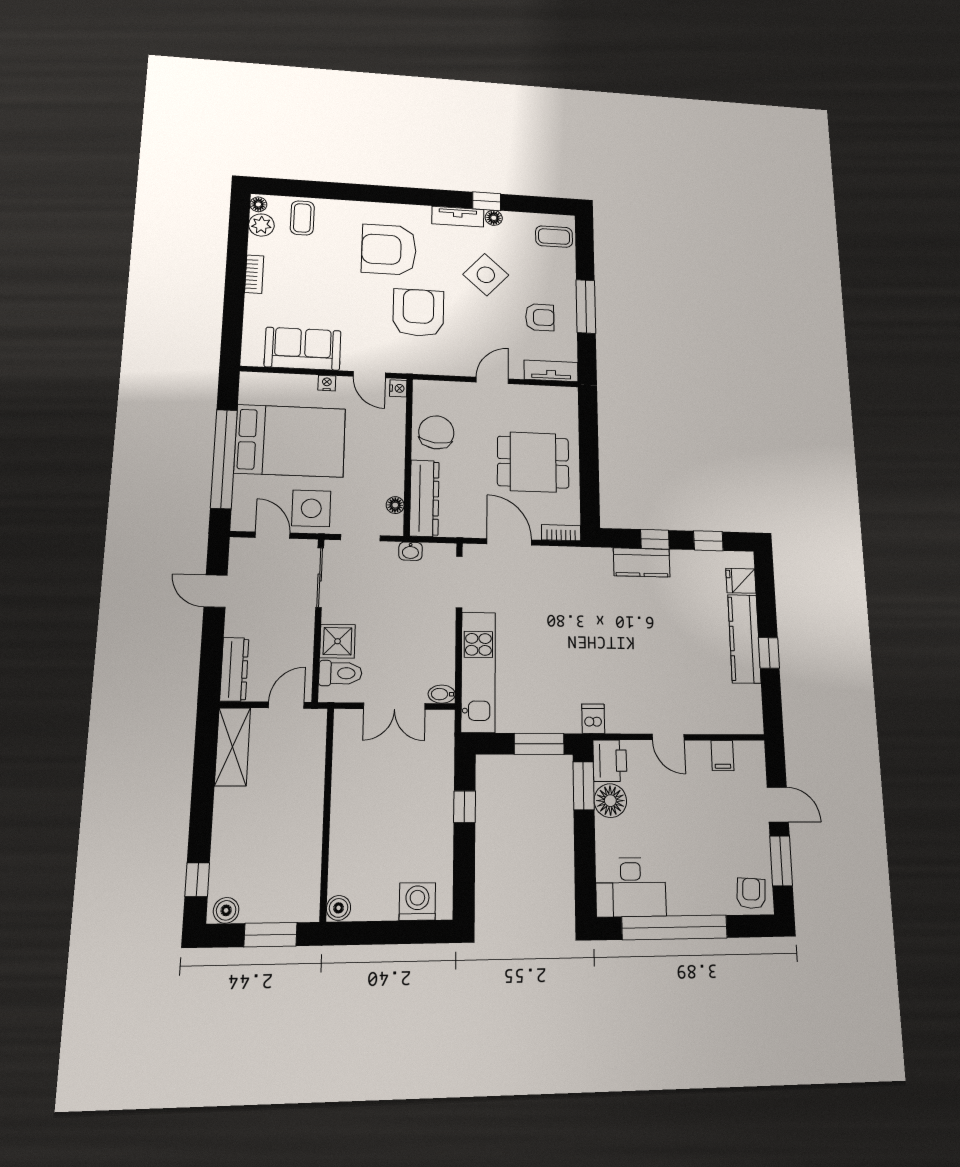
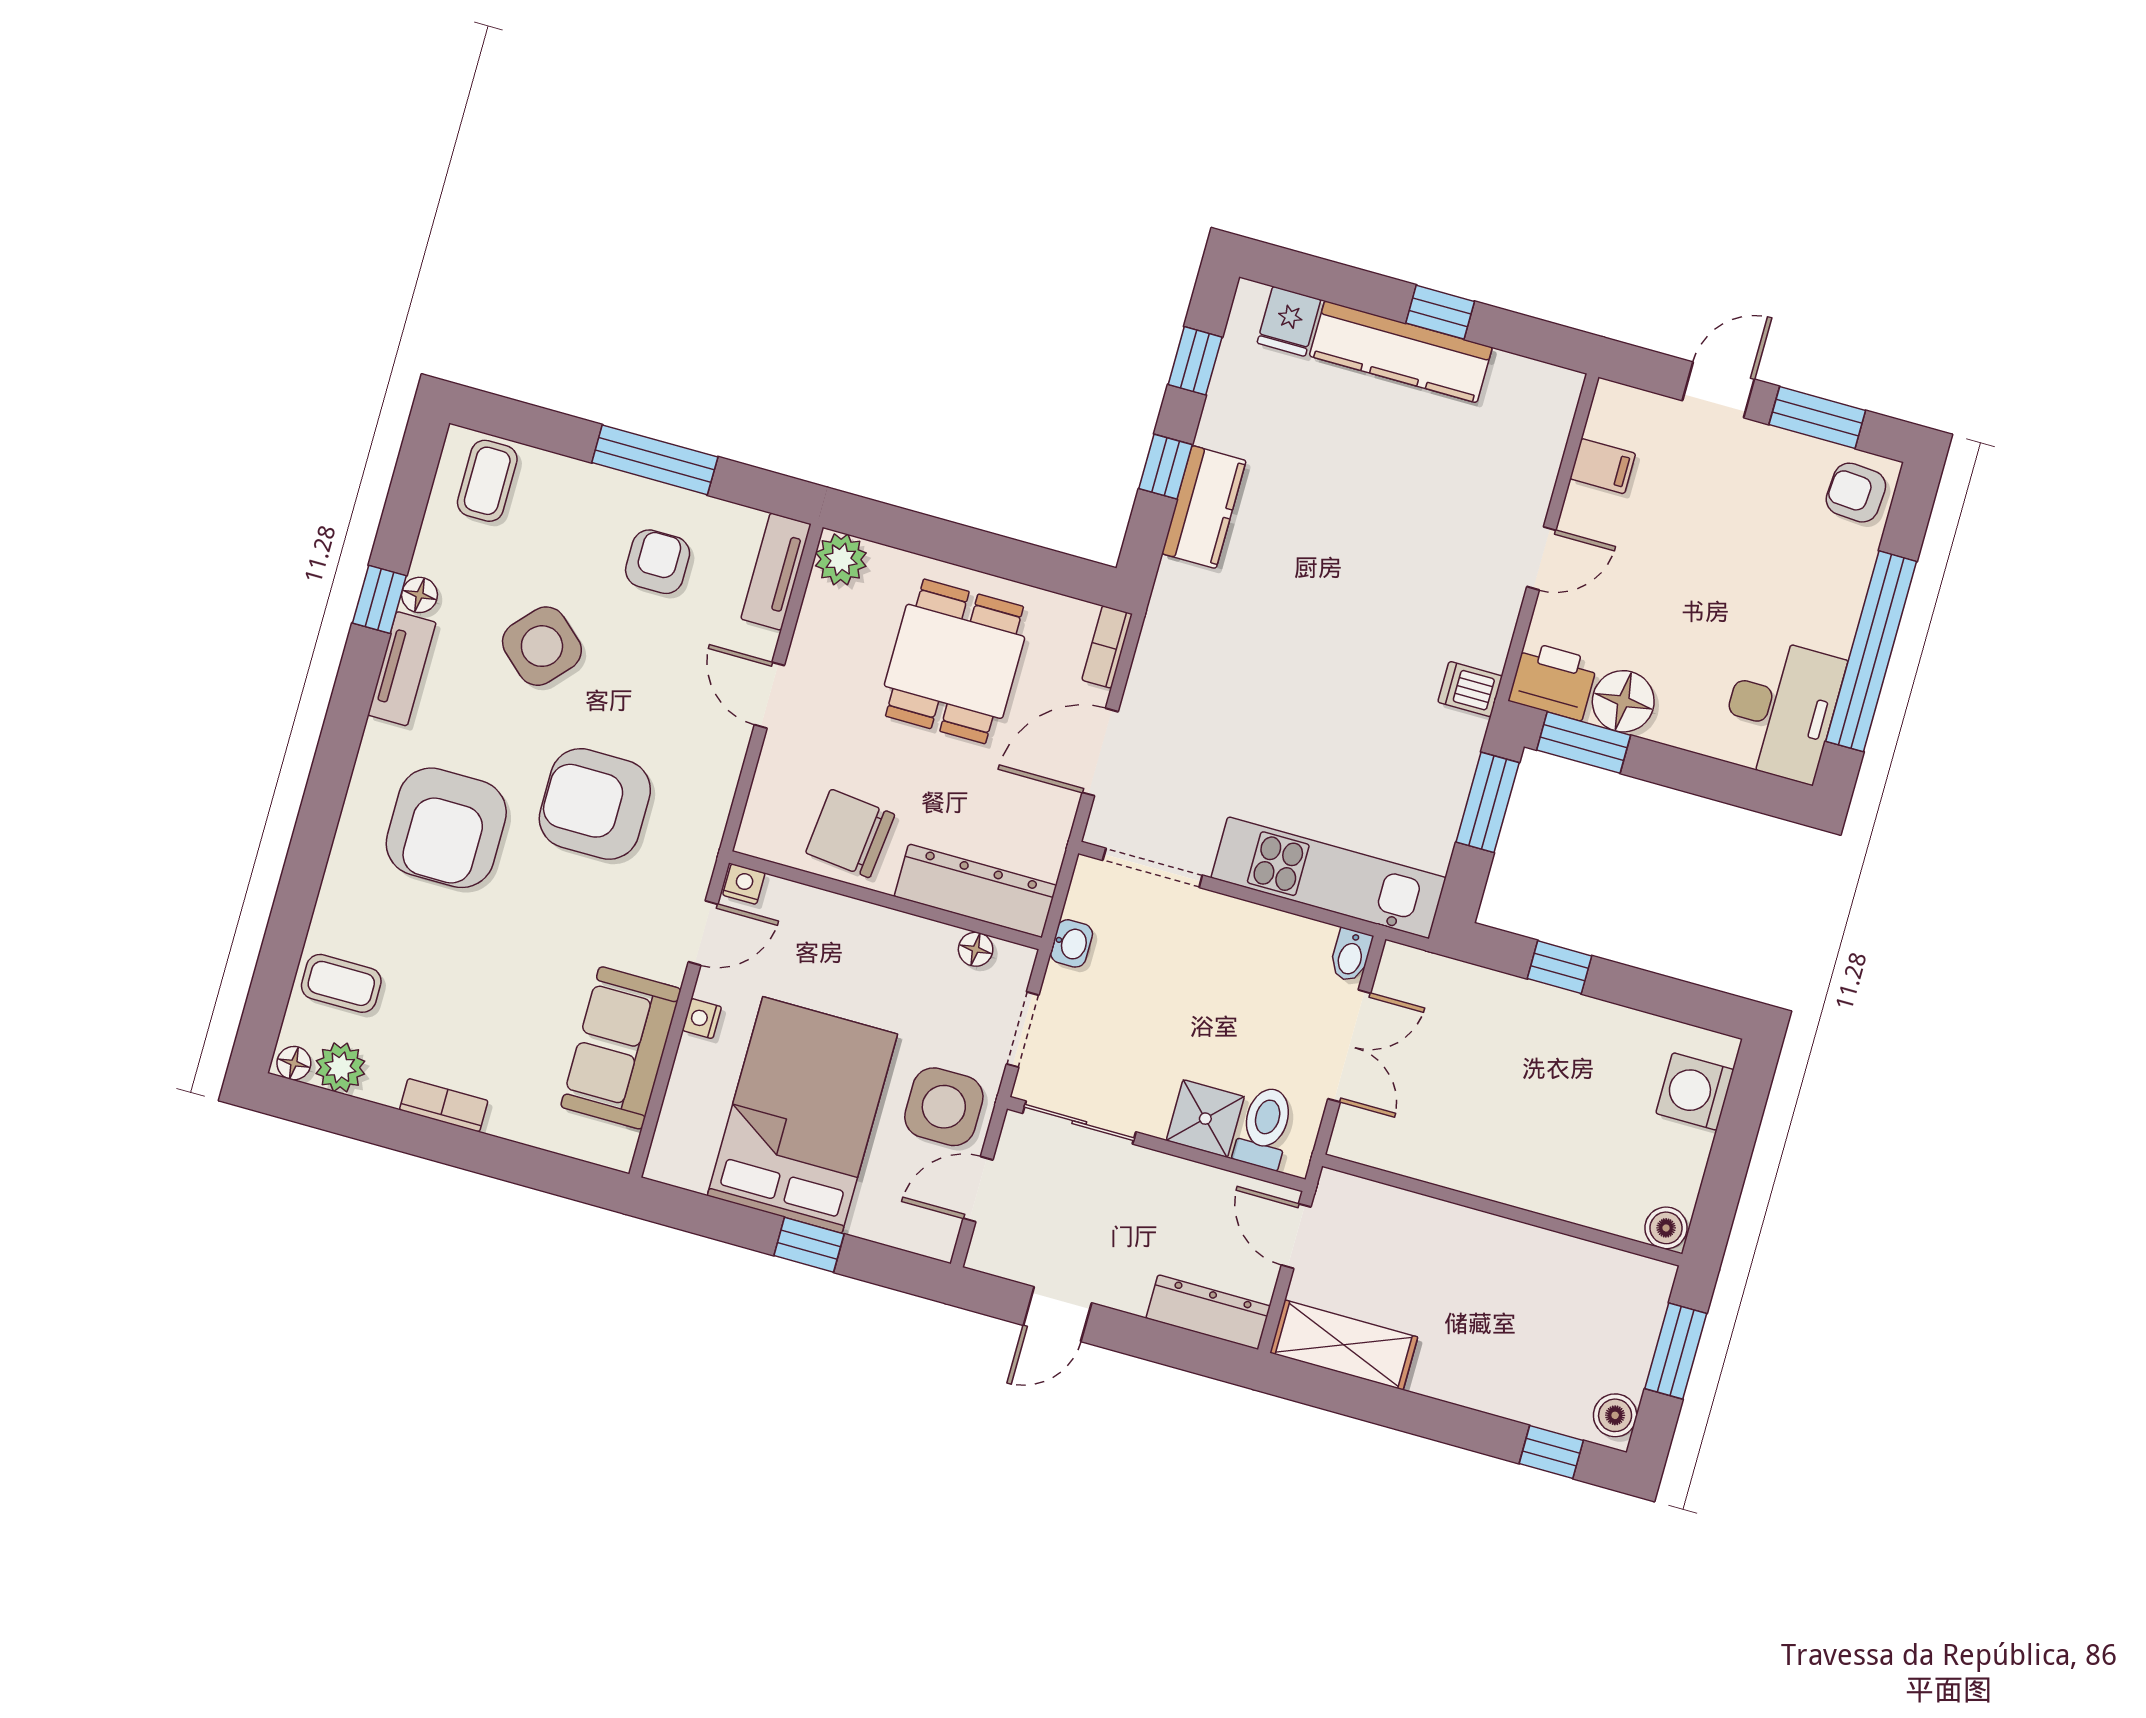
plant: (565, 399) -> (841, 559), added
window: (224, 459) -> (809, 1245), width x0.32

